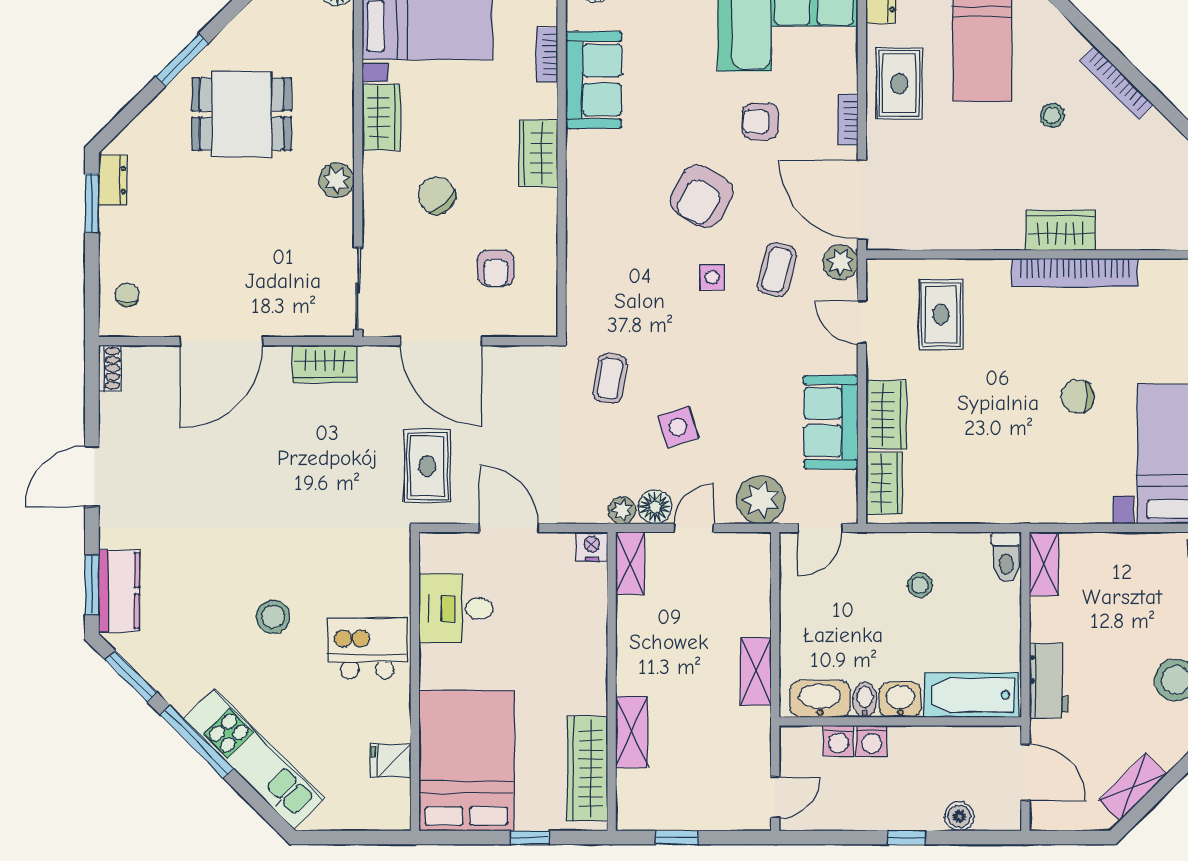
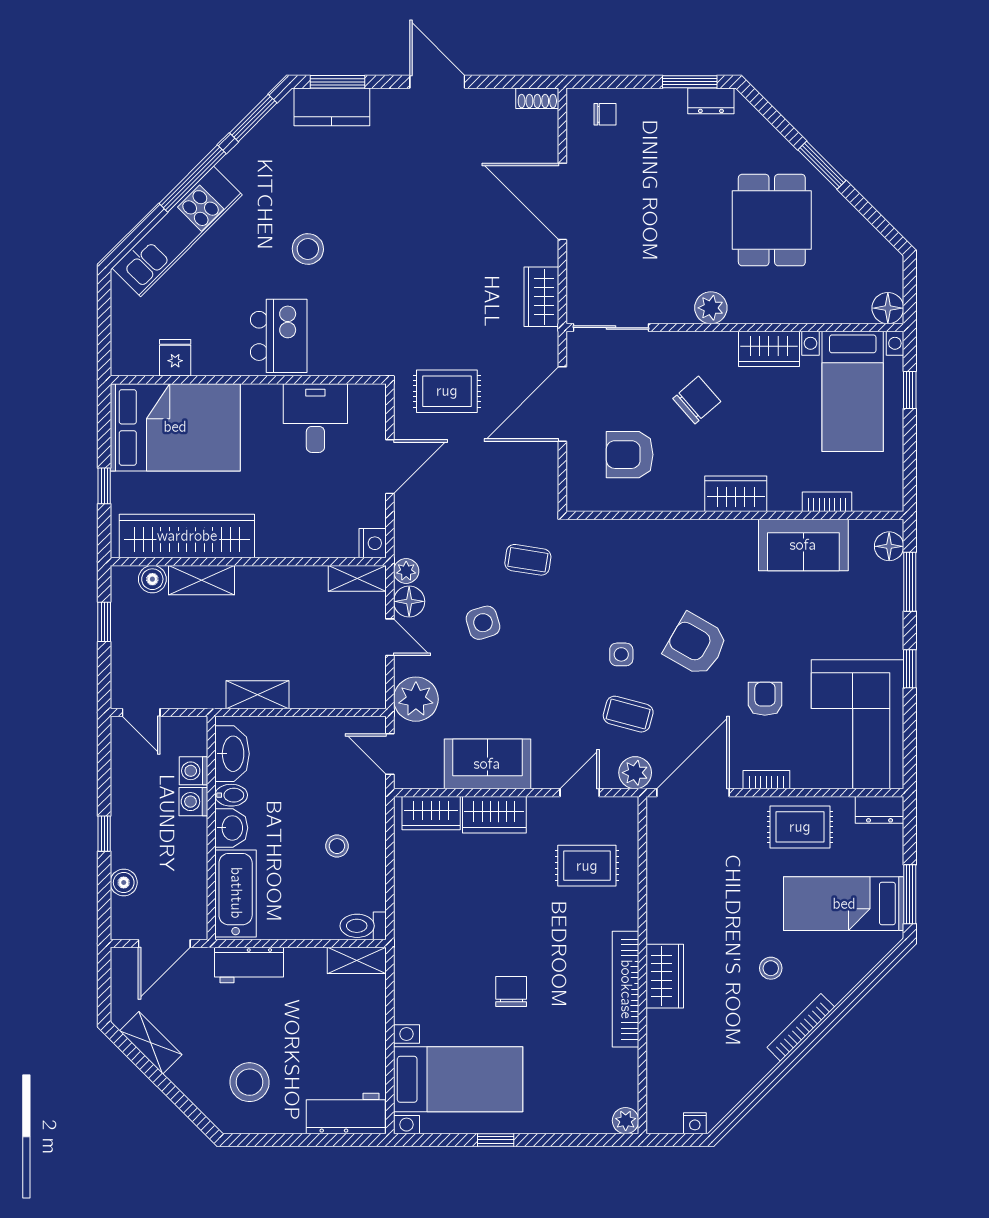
armchair: (496, 268) -> (630, 455), width x1.38, depth x1.38
wardrobe: (588, 769) -> (187, 536), width x1.40, depth x1.17
boiler: (631, 785) -> (152, 579), added

